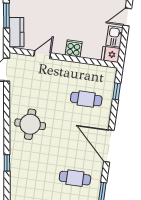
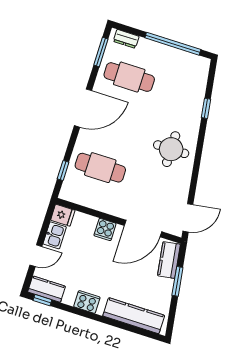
door: (42, 55) -> (143, 229), width x1.87
cafe table: (86, 99) -> (100, 168), width x1.37, depth x1.35
door: (109, 146) -> (83, 108), hinge flipped
cafe table: (75, 178) -> (129, 77), width x1.37, depth x1.35

